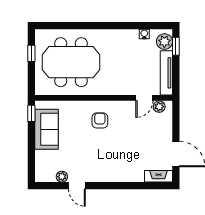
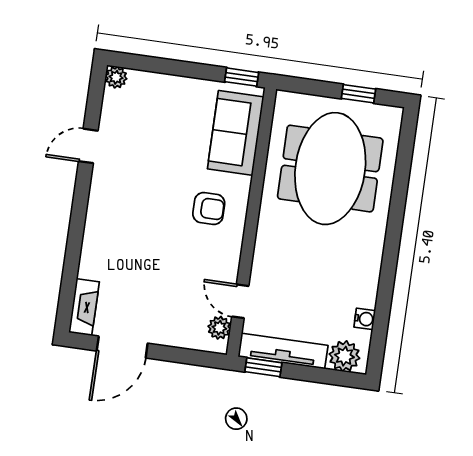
window: (176, 46) -> (263, 367), moved
sofa: (46, 129) -> (236, 133), moved, turned 90
plant: (62, 177) -> (116, 77), moved

